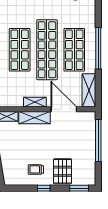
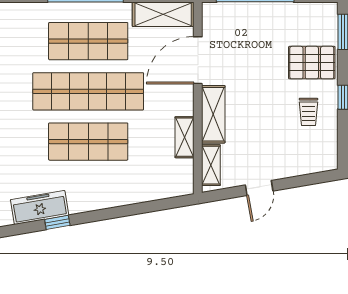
shelving: (35, 102) -> (185, 137), moved

